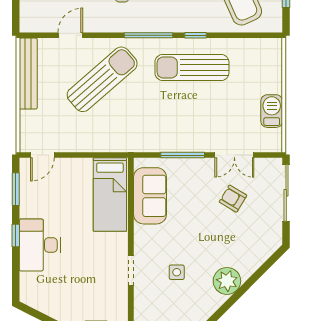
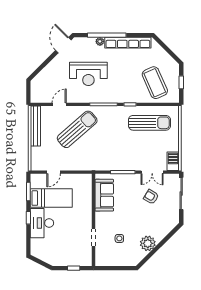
sun lounger: (192, 67) -> (149, 123), moved, turned 180
barbecue: (272, 111) -> (173, 161), moved
door: (42, 155) -> (54, 172), moved
bed: (110, 195) -> (51, 198), moved, turned -90

